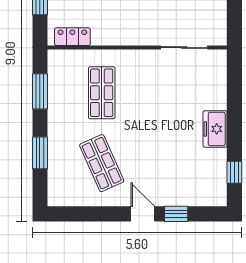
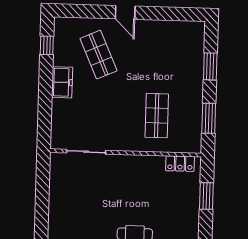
shop shelf: (102, 163) -> (99, 55), moved
window: (176, 214) -> (97, 12), removed

